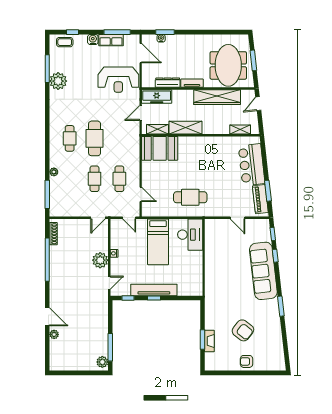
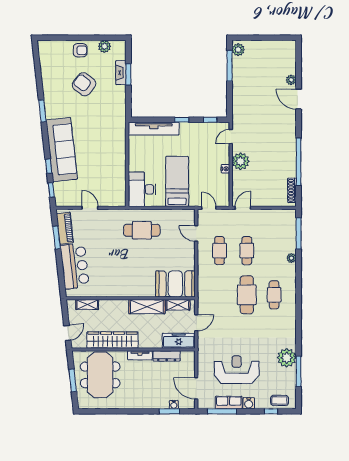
reception desk: (118, 80) -> (237, 370), moved
tv unit: (154, 290) -> (154, 129), moved
plant: (224, 365) -> (104, 46), added

